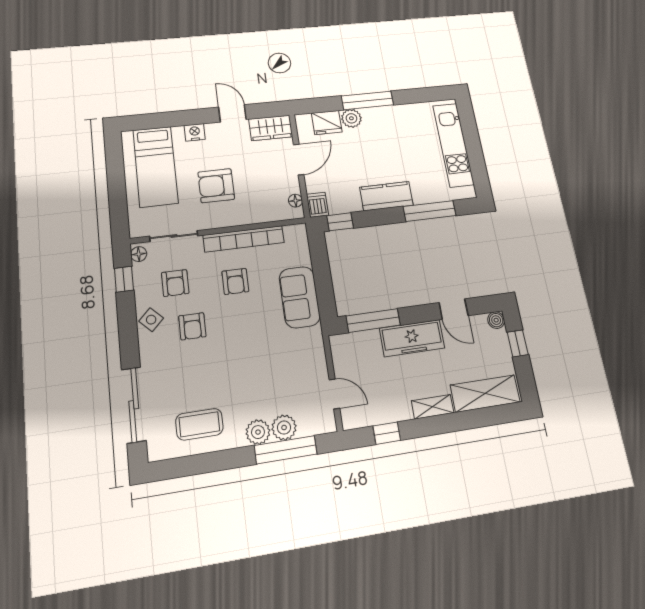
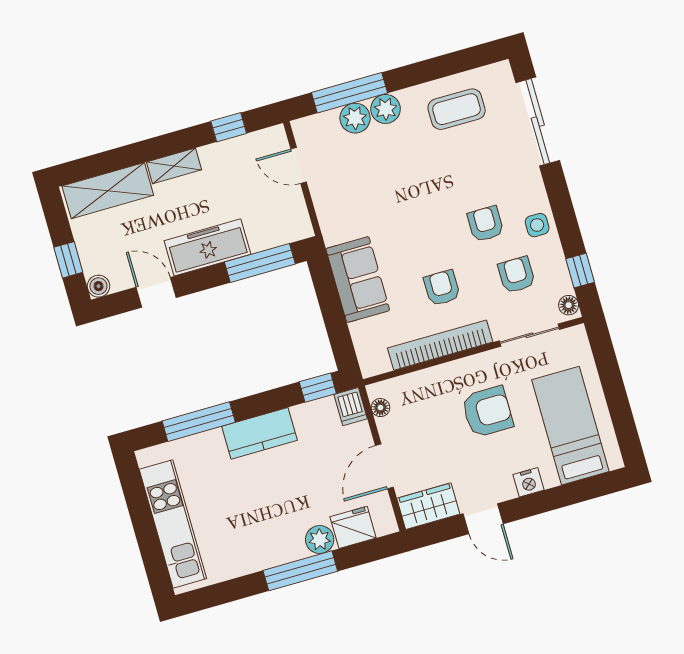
side table: (151, 320) -> (537, 225), turned 45

